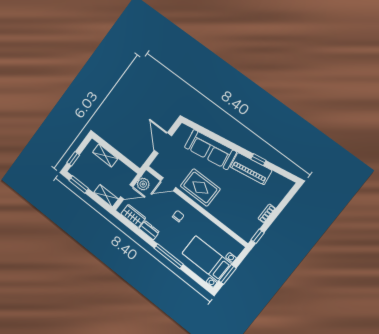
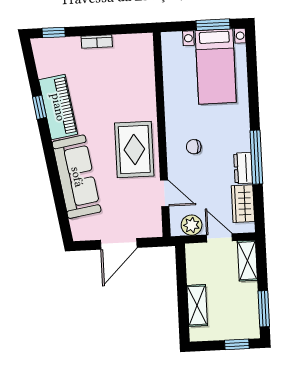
window: (258, 236) -> (54, 33), moved
window: (169, 256) -> (256, 157), moved

